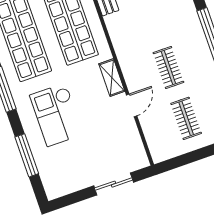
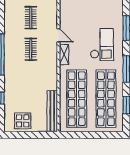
door: (132, 105) -> (58, 35), swing flipped

